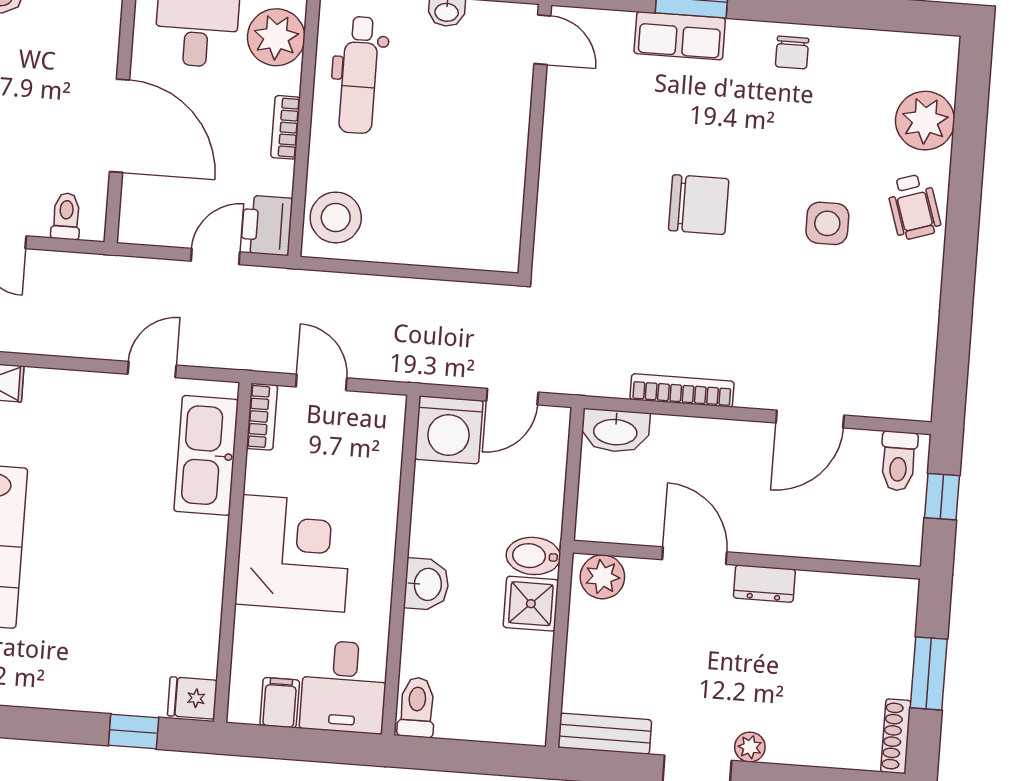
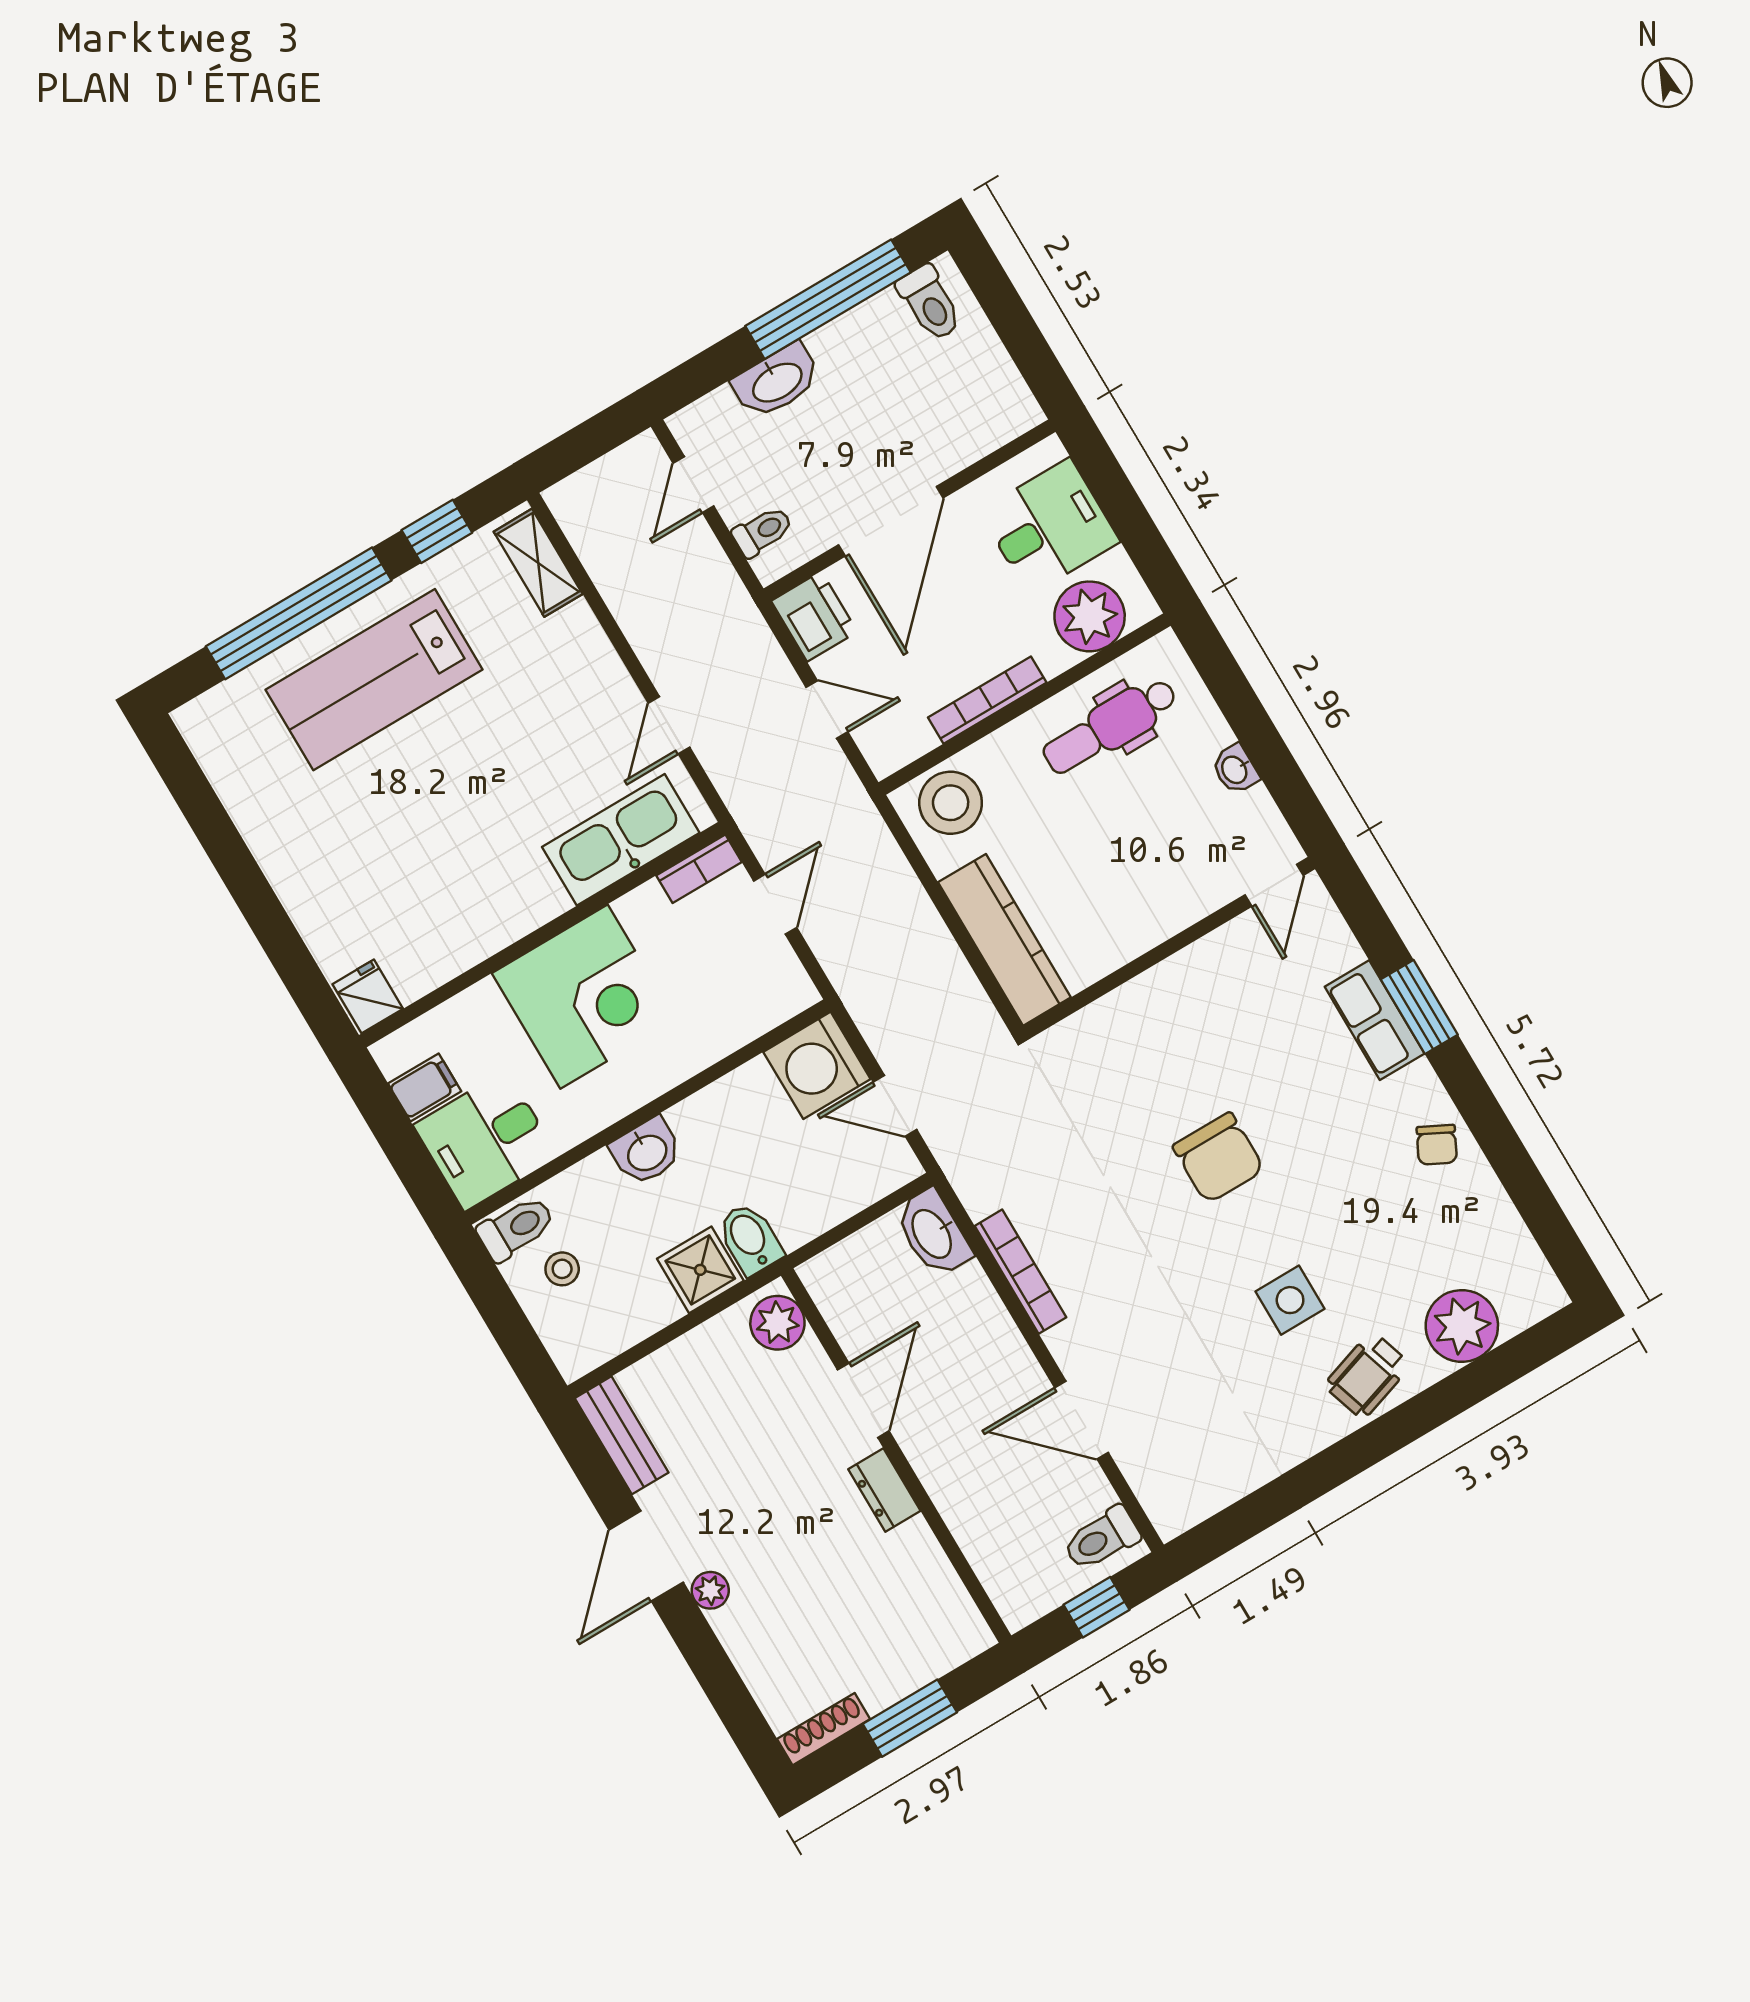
chair: (792, 53) -> (1437, 1145), turned -63
bookcase: (286, 127) -> (987, 700), width x1.56
printer: (267, 225) -> (814, 616), moved, turned 90
kitchen counter: (453, 246) -> (1004, 940), added
door: (152, 370) -> (669, 725), swing flipped
stool: (466, 696) -> (562, 1269), added
window: (134, 732) -> (293, 961), removed

